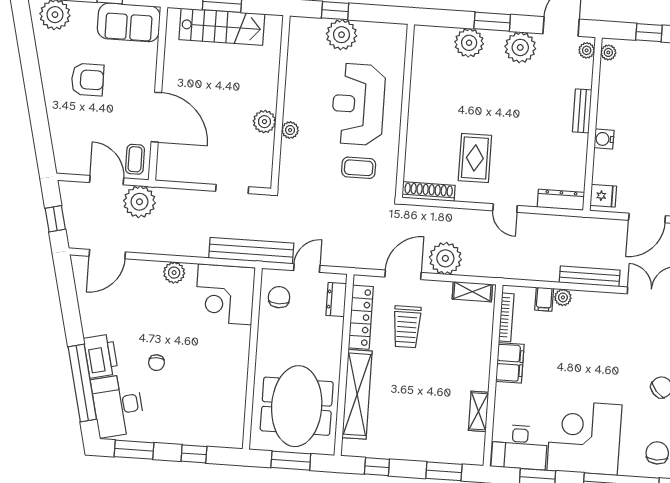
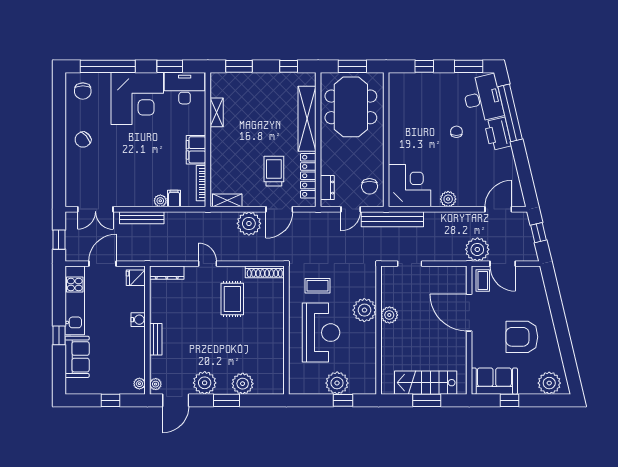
armchair: (88, 80) -> (522, 337), width x1.36, depth x1.36
plant: (290, 130) -> (364, 310), width x1.88, depth x1.88

